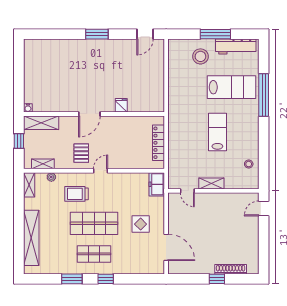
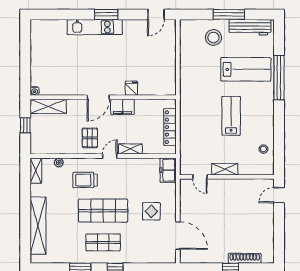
kitchen unit: (86, 46) -> (95, 27), added
filing cabinet: (113, 123) -> (123, 107), added
shelving: (43, 164) -> (130, 149), moved

